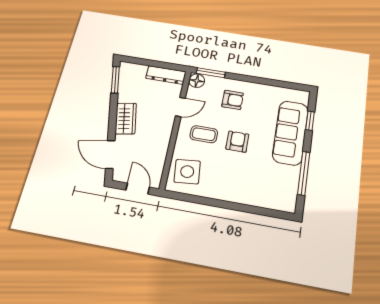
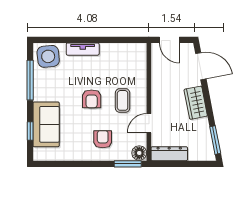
armchair: (233, 100) -> (103, 139), turned 90
sofa: (290, 133) -> (46, 124), width x0.73
coffee table: (204, 134) -> (123, 100), turned 90
side table: (187, 172) -> (48, 56), moved
tv unit: (238, 196) -> (83, 49), added

